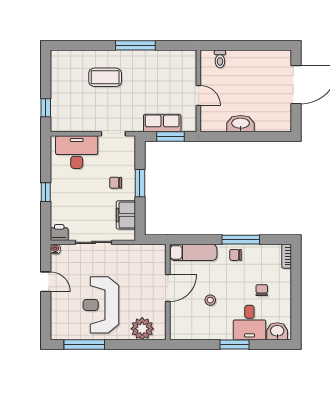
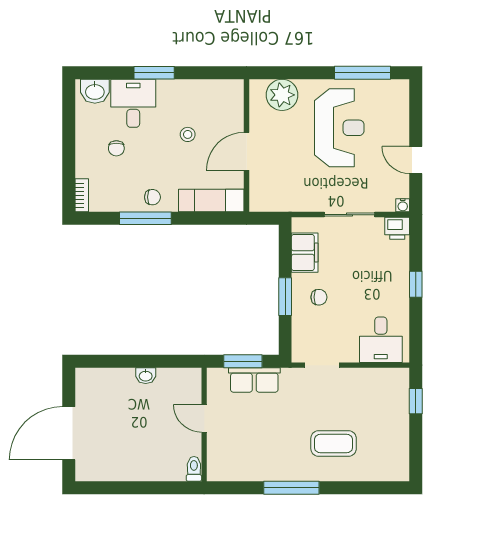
toilet: (220, 59) -> (194, 469), moved
washbasin: (241, 124) -> (146, 376), width x0.52, depth x0.69
desk: (77, 152) -> (381, 340), width x0.73

